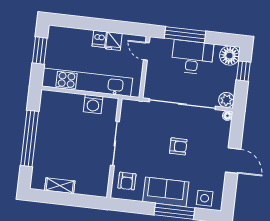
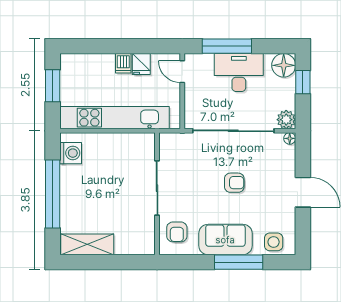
washing machine: (93, 104) -> (71, 153), moved, turned -90
shelving: (60, 186) -> (87, 244), width x1.50, depth x1.33

